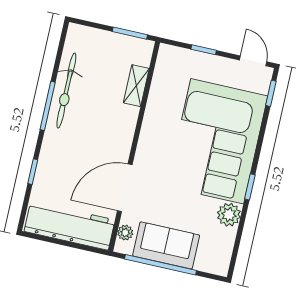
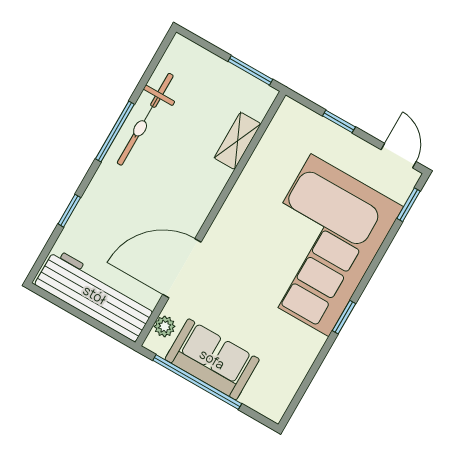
plant: (229, 215) -> (306, 345), removed

